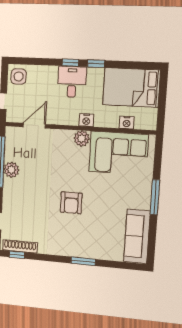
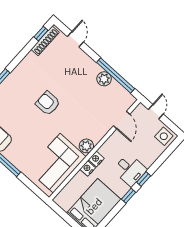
nightstand: (127, 122) -> (88, 169), moved

